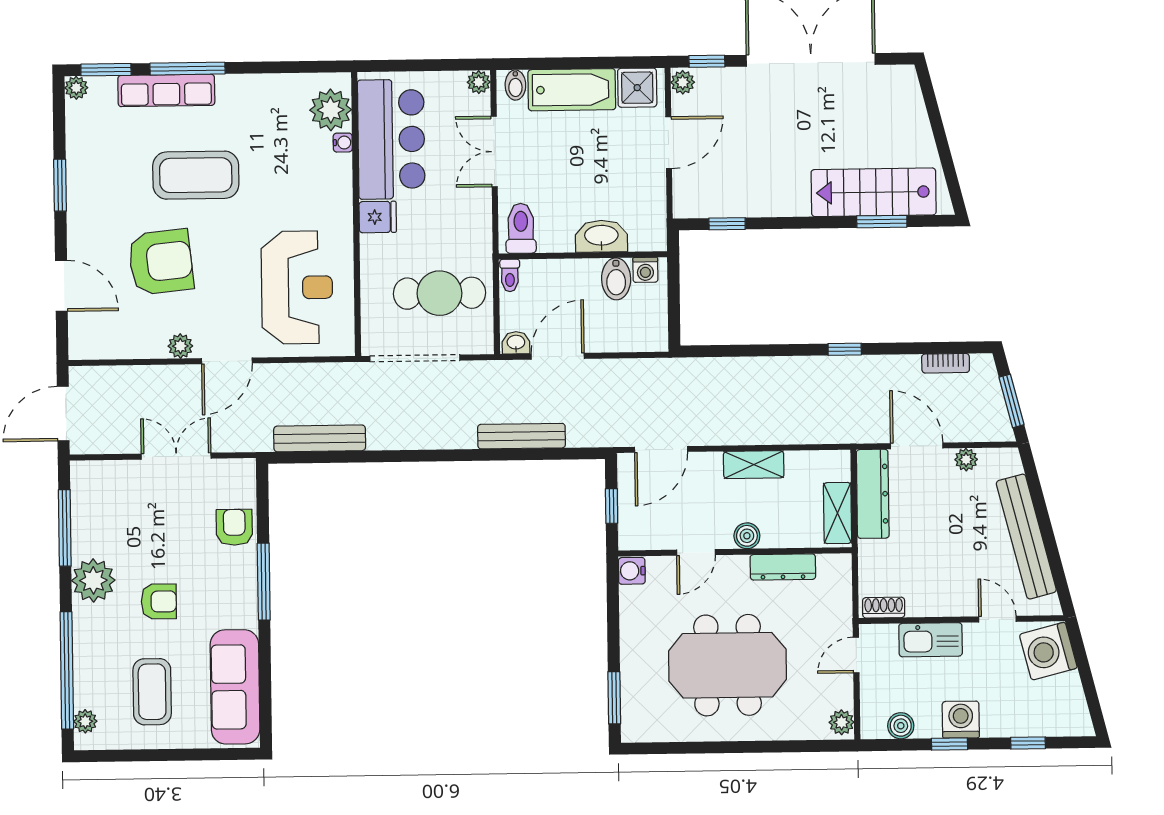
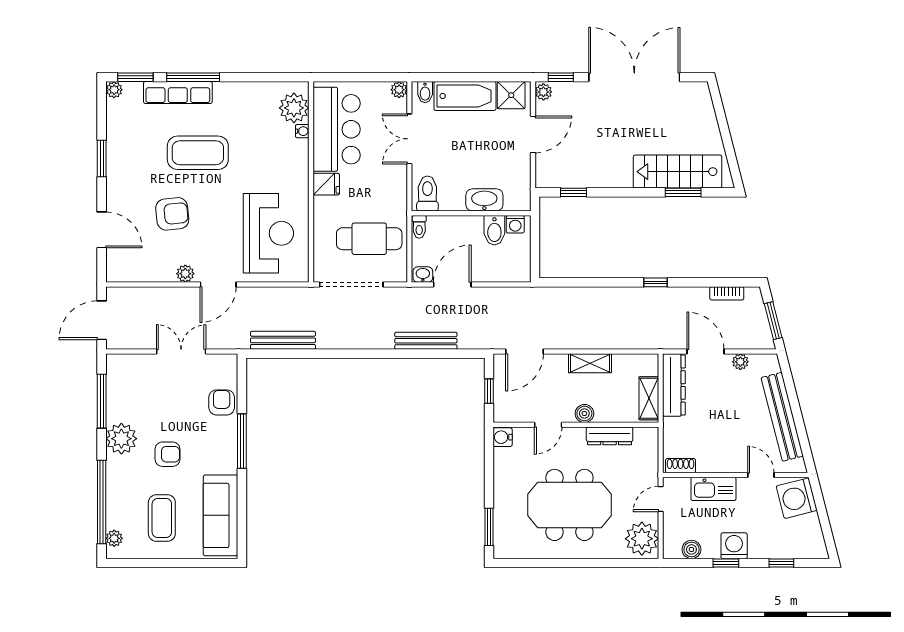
armchair: (161, 262) -> (172, 214), width x0.73, depth x0.73
plant: (842, 722) -> (642, 539), width x1.88, depth x1.88

